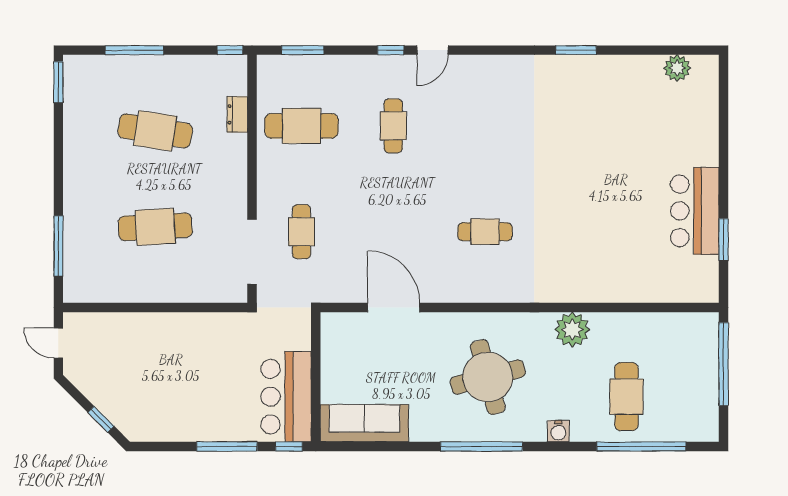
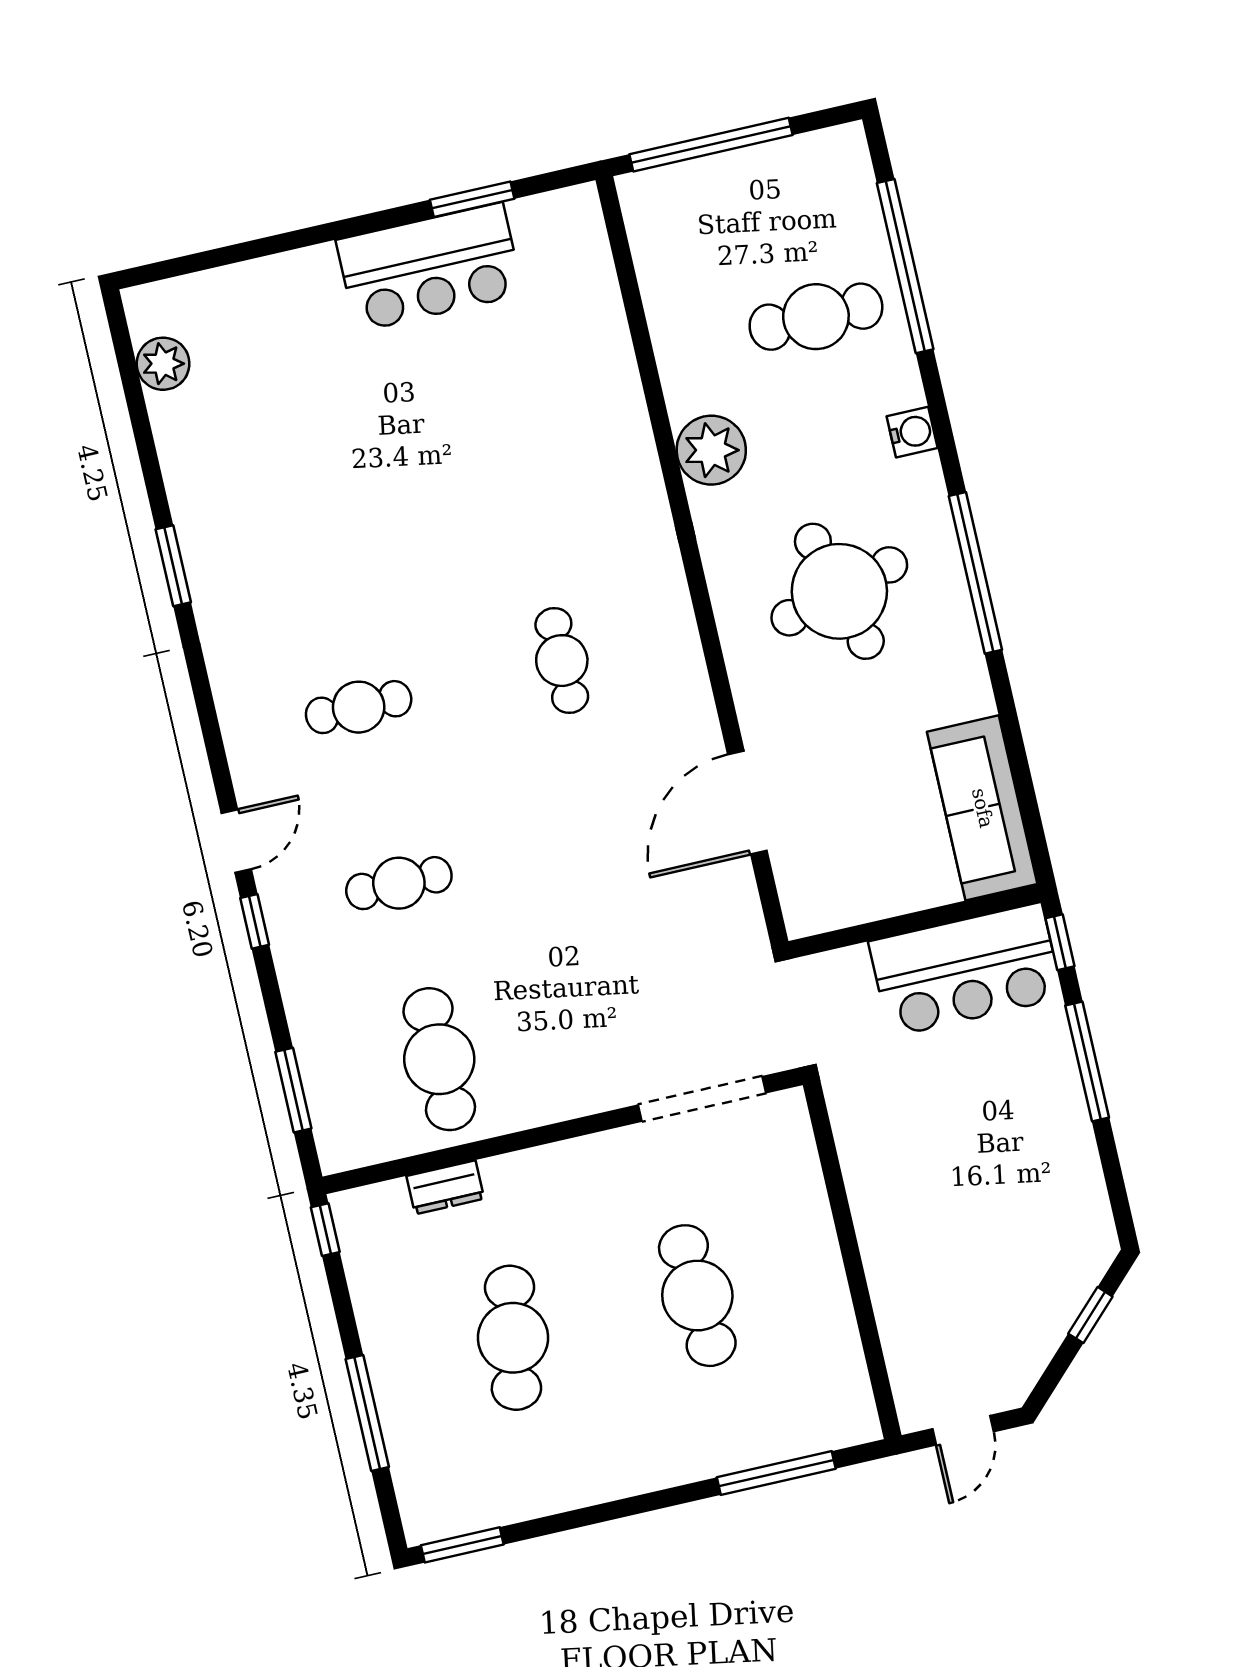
door: (432, 50) -> (236, 841), hinge flipped
cafe table: (301, 232) -> (359, 707), moved

